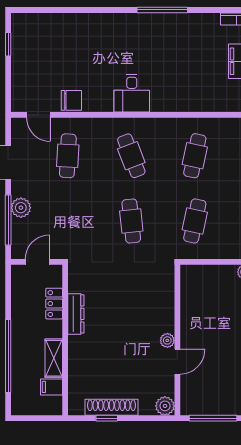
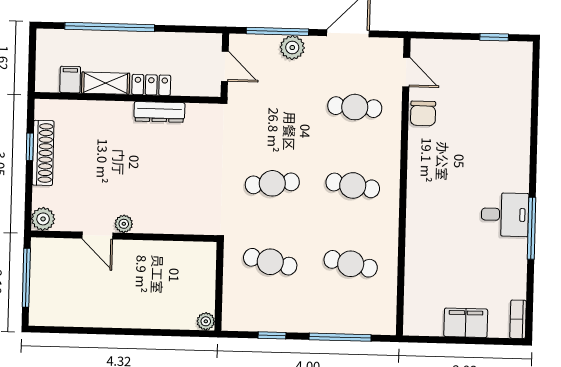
desk: (132, 93) -> (505, 215), moved, turned 180
door: (38, 115) -> (406, 72), swing flipped
cafe table: (131, 156) -> (353, 185), turned 30
locker: (54, 304) -> (151, 85), moved

